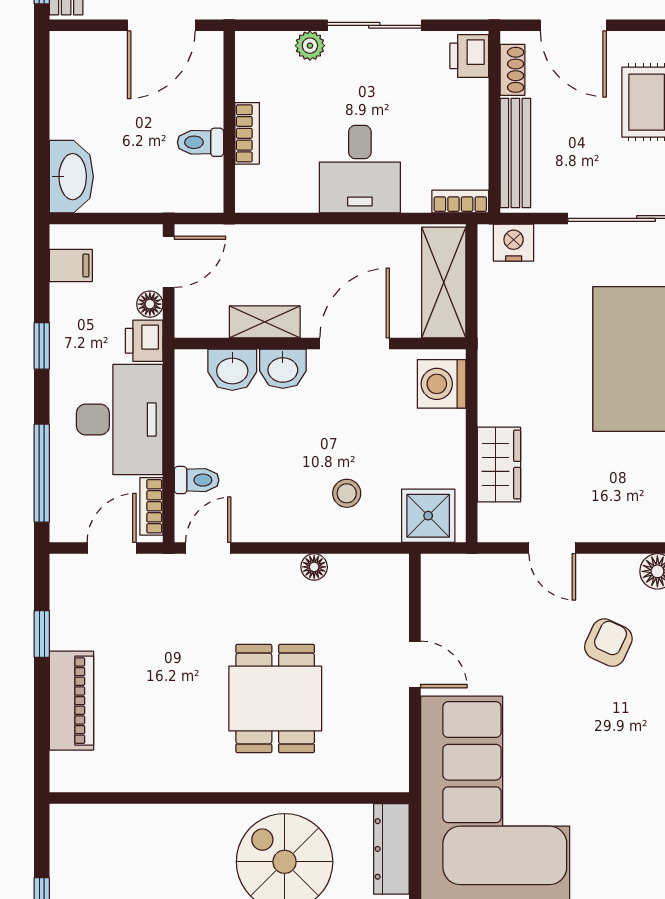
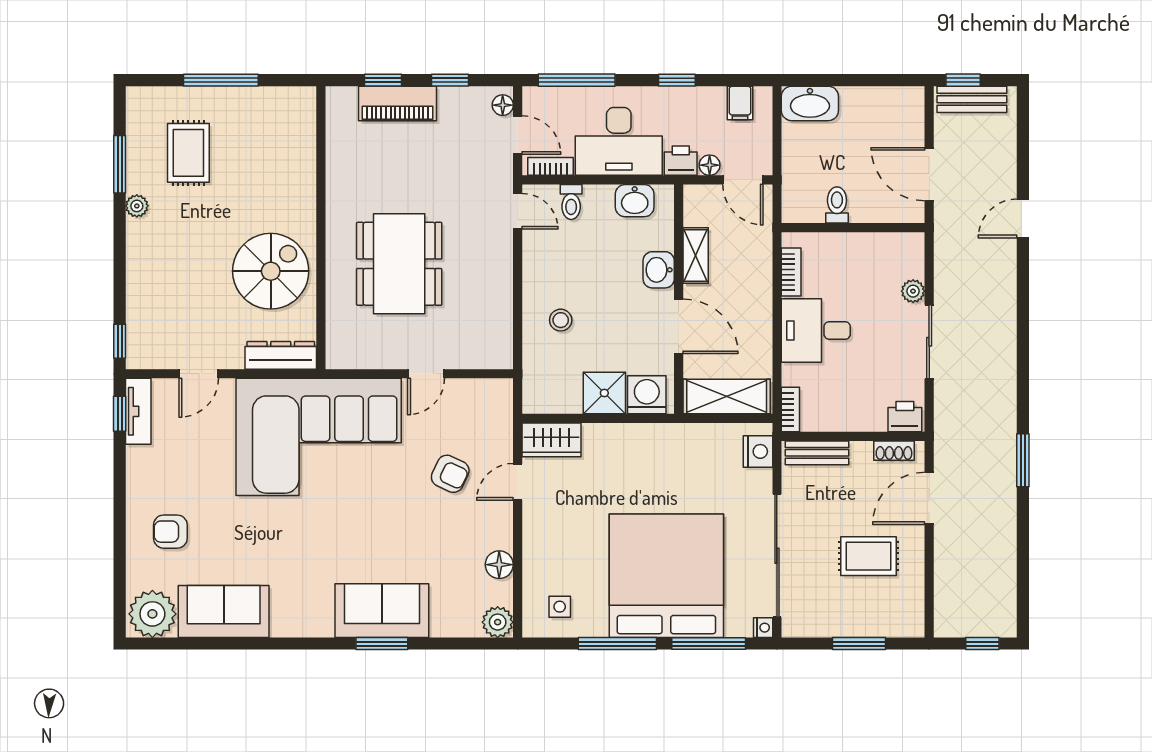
bookcase: (247, 133) -> (791, 272), moved, turned -90
bench: (515, 153) -> (817, 453), width x0.73
washbasin: (232, 370) -> (635, 201), moved, turned -90
wardrobe: (499, 464) -> (551, 440), moved
shower: (428, 516) -> (604, 393), moved
floor lamp: (314, 567) -> (503, 105), moved
armchair: (608, 643) -> (450, 474), moved
dining table: (275, 699) -> (399, 264), width x1.37
window: (42, 719) -> (383, 80), added

